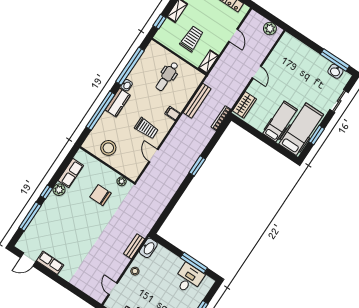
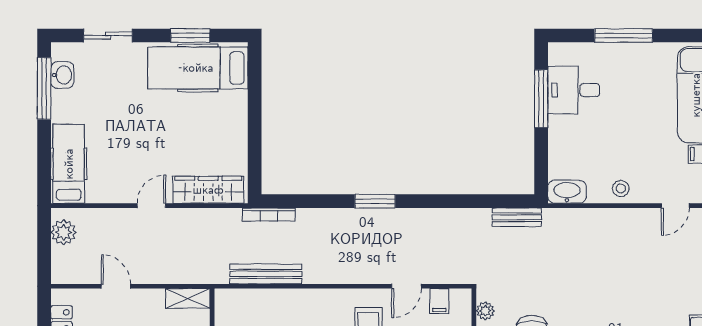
door: (233, 35) -> (116, 286), hinge flipped
wardrobe: (245, 105) -> (208, 190), width x1.50
filing cabinet: (172, 114) -> (439, 301), moved
hospital bed: (280, 122) -> (69, 164), moved, turned 90
bench: (134, 246) -> (517, 217), moved

